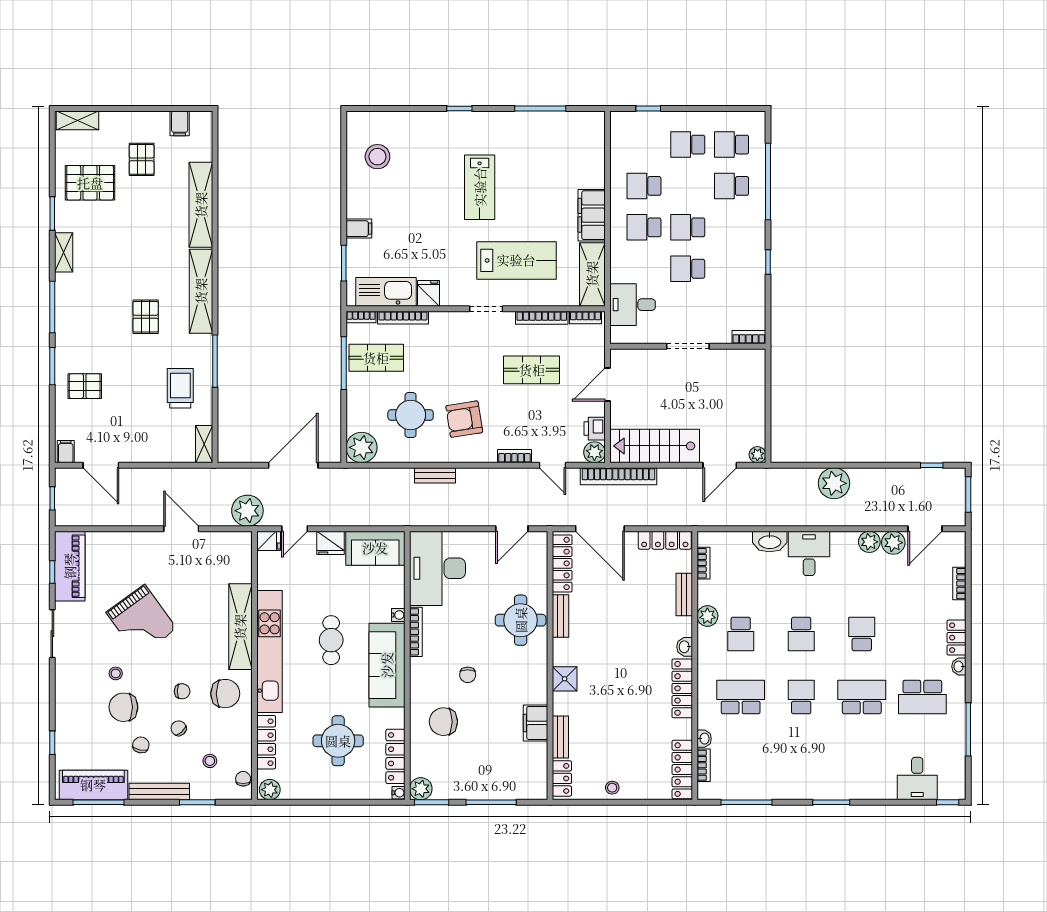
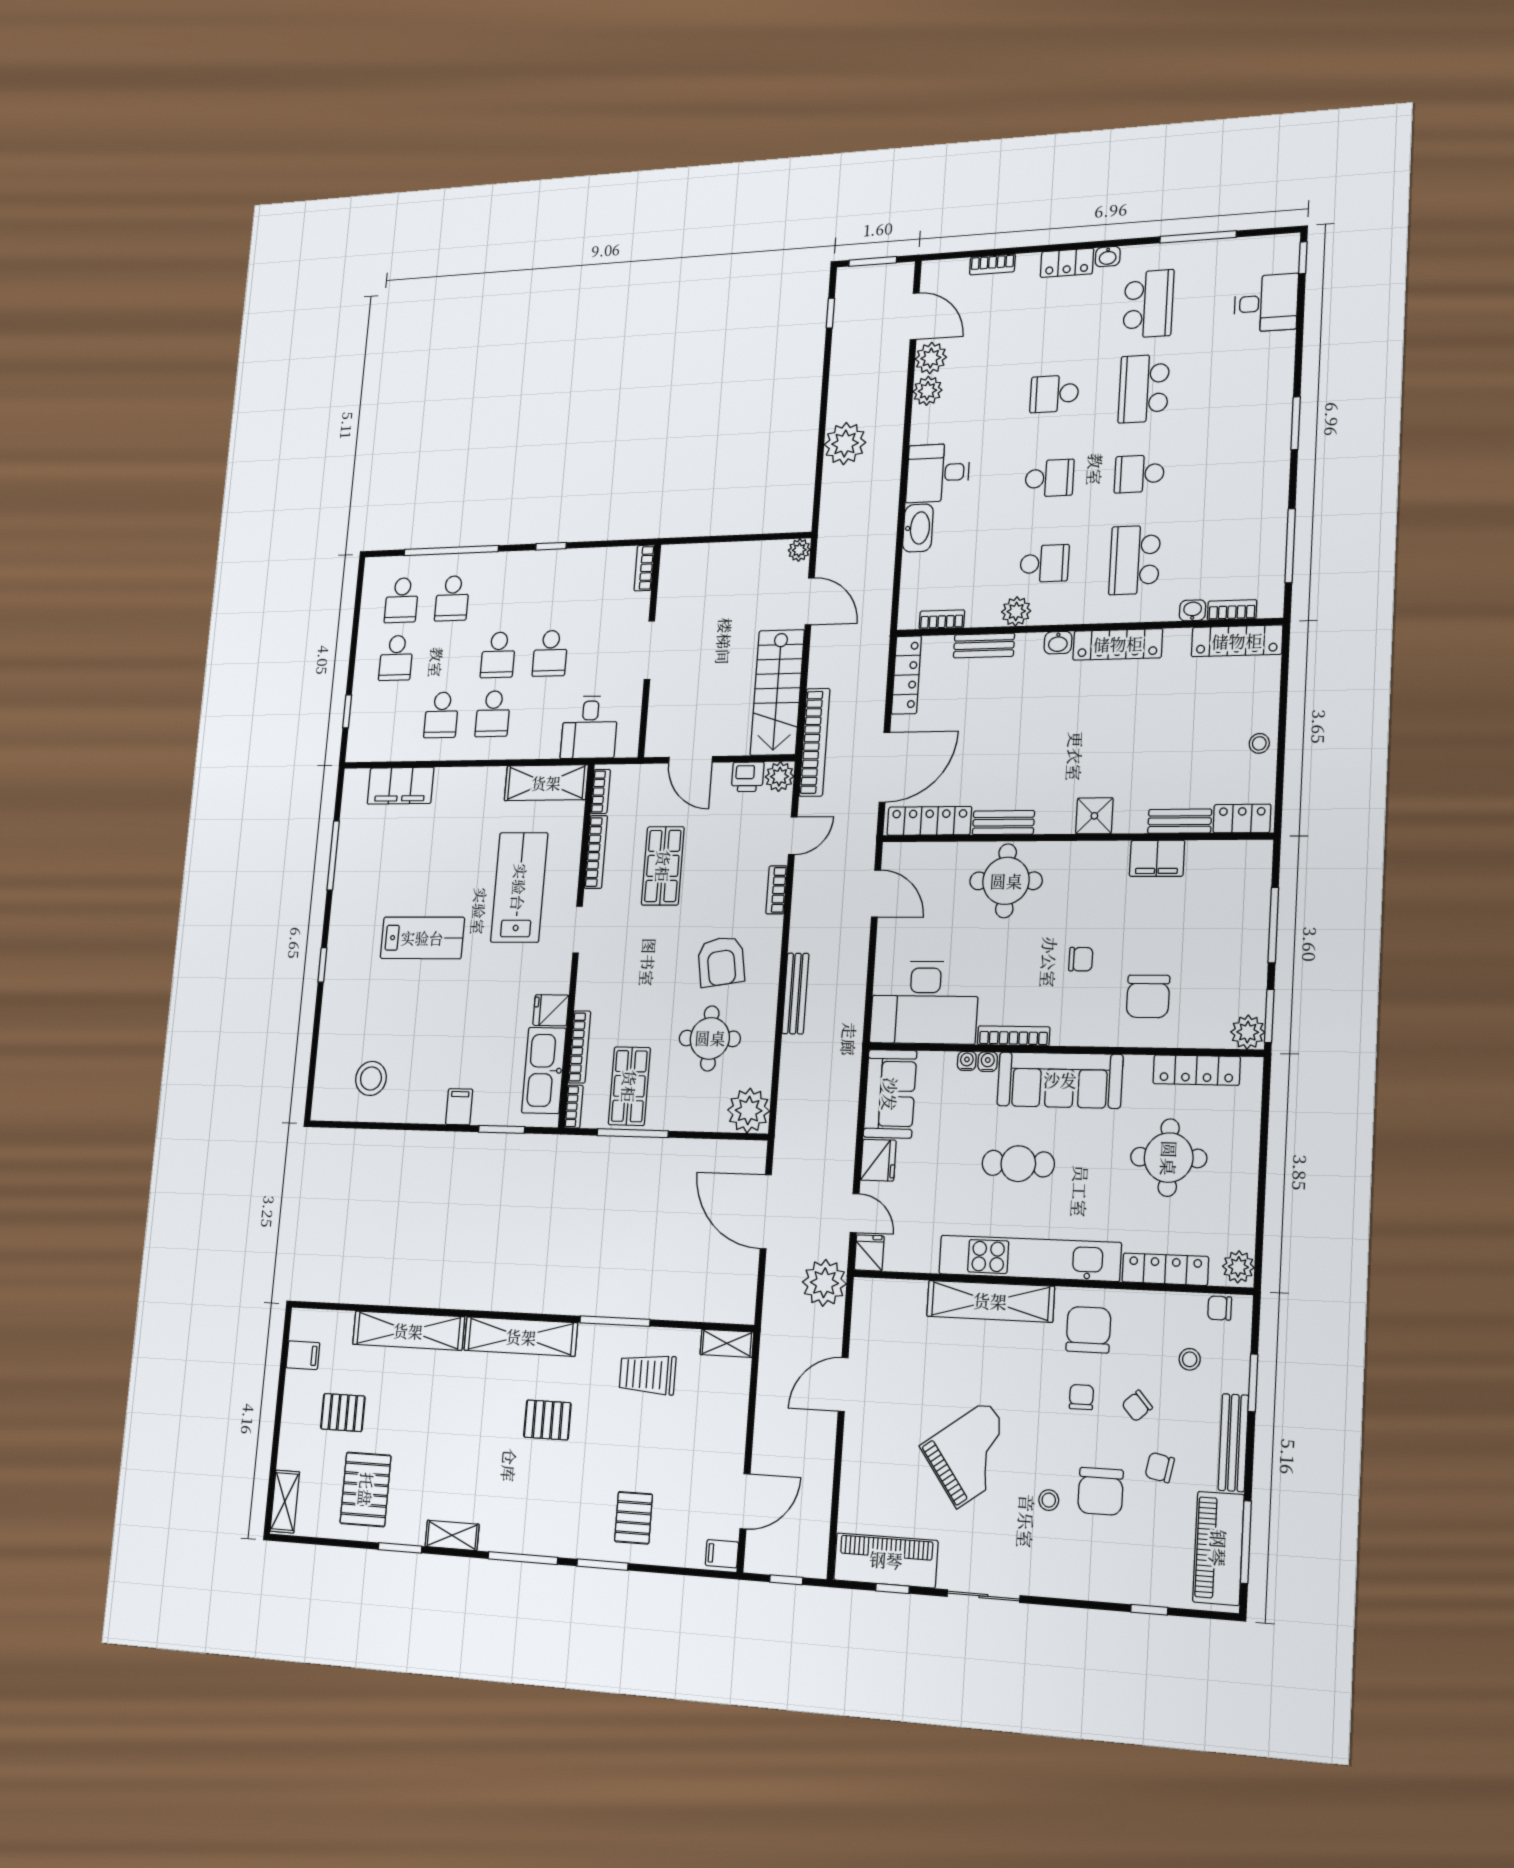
filing cabinet: (592, 215) -> (401, 786), moved
bench: (435, 475) -> (795, 993), width x1.36
water cooler: (398, 793) -> (967, 1061), moved

